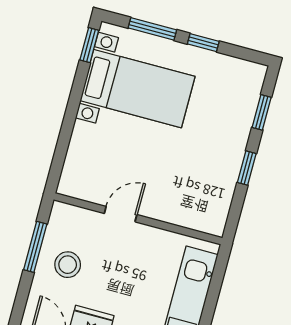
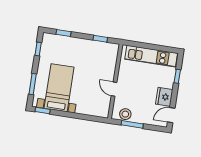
window: (203, 43) -> (38, 49), moved
window: (247, 168) -> (100, 39), moved
stool: (68, 265) -> (125, 114), moved

